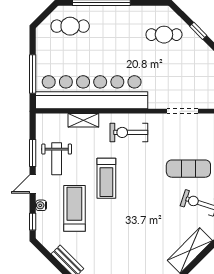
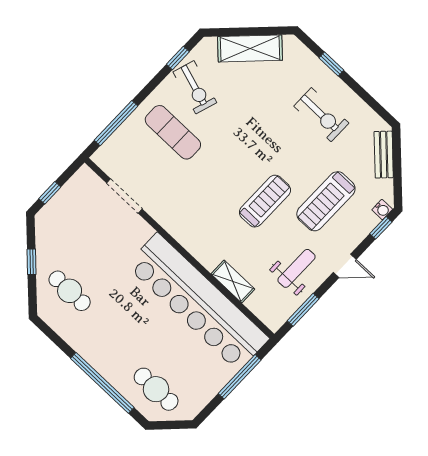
exercise bike: (129, 132) -> (321, 115), moved
window: (33, 153) -> (303, 310), moved
water cooler: (41, 205) -> (382, 210), moved

